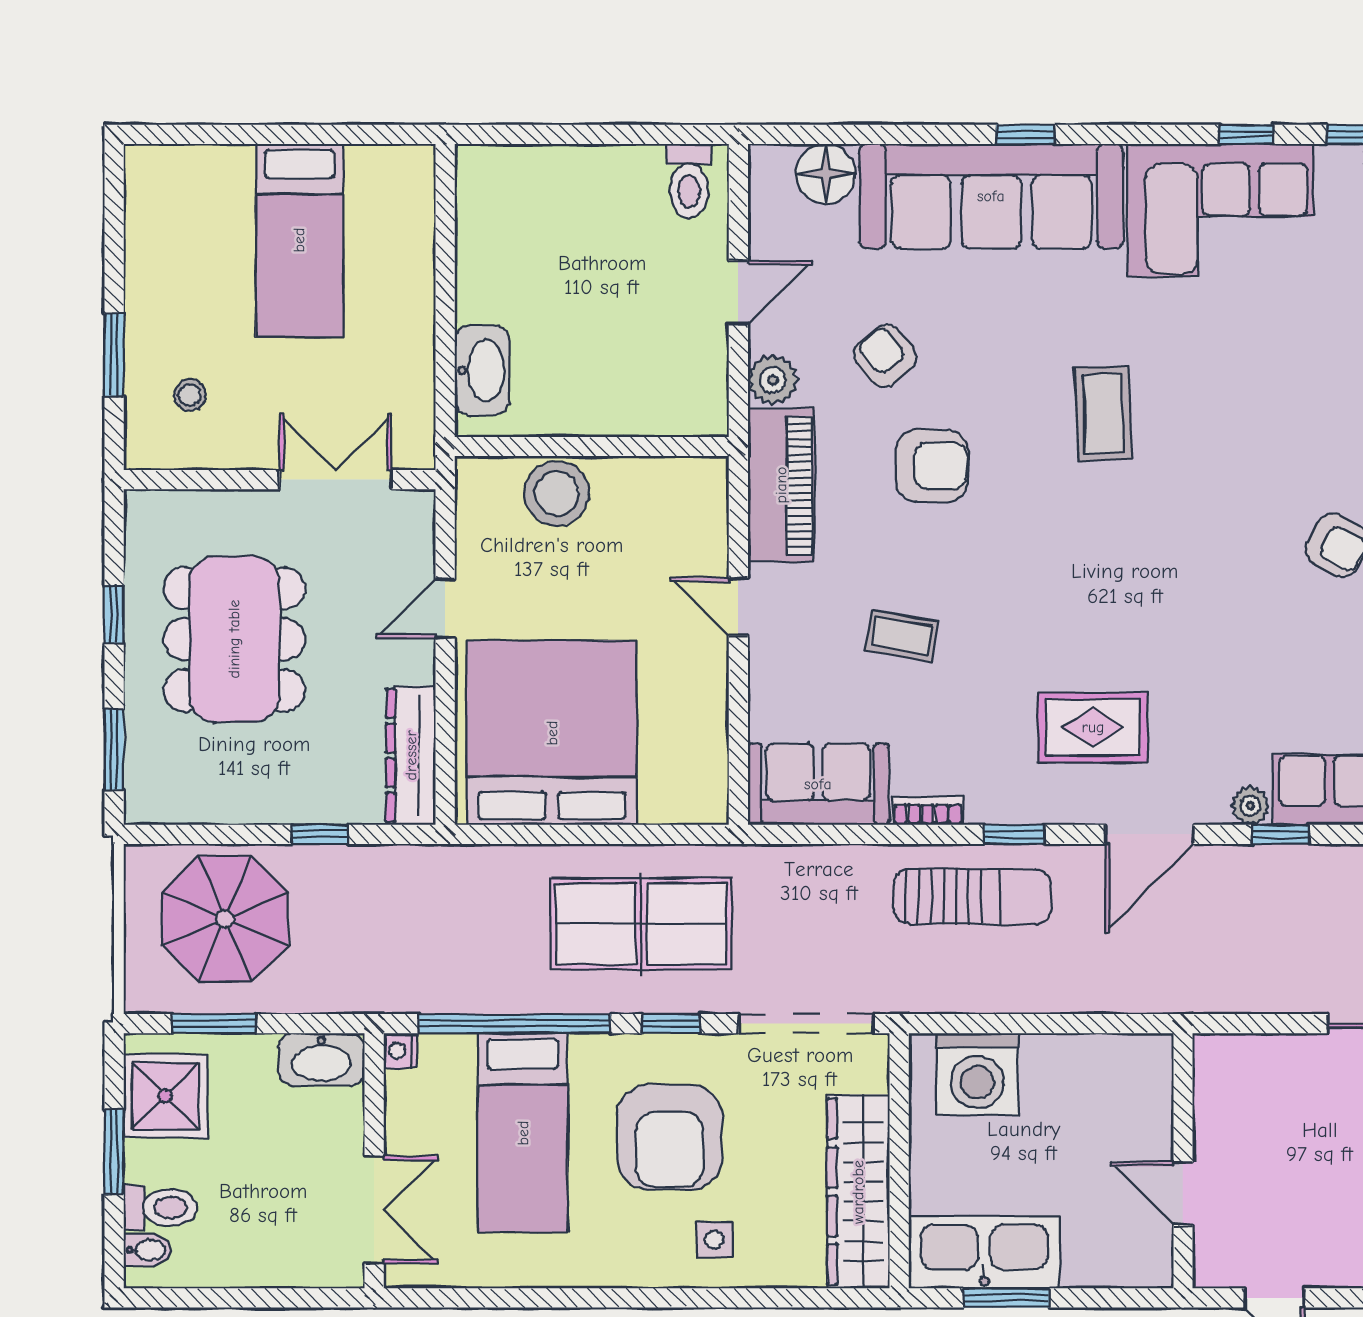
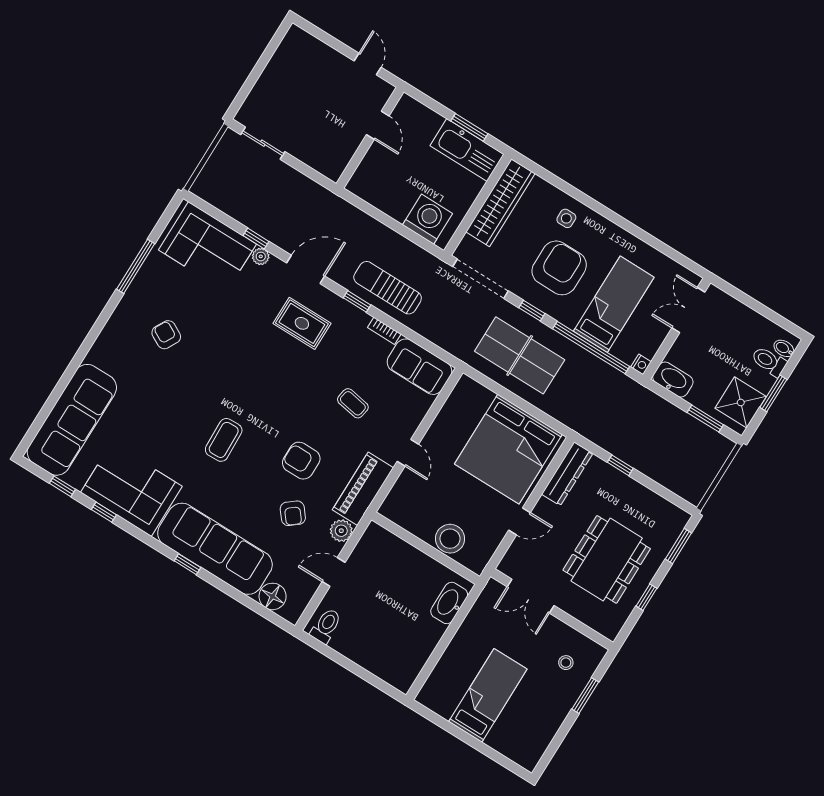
parasol: (225, 919) -> (676, 456), removed

